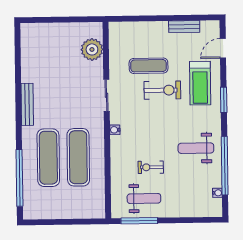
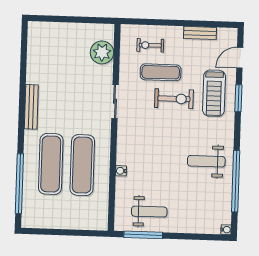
window: (224, 100) -> (238, 98), moved
water cooler: (115, 130) -> (121, 171), moved
exercise bike: (151, 167) -> (150, 45), moved
water cooler: (217, 193) -> (226, 230), moved

